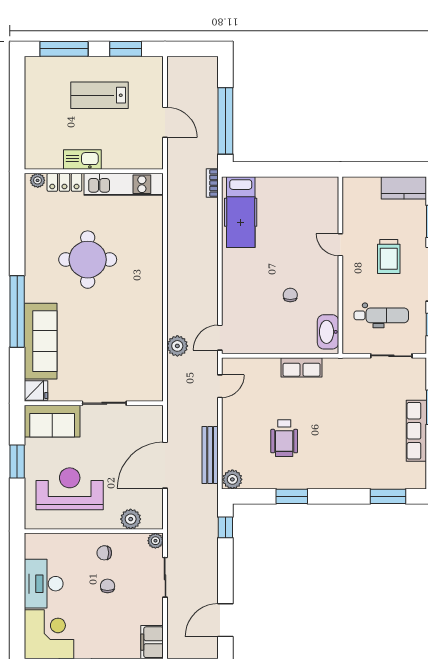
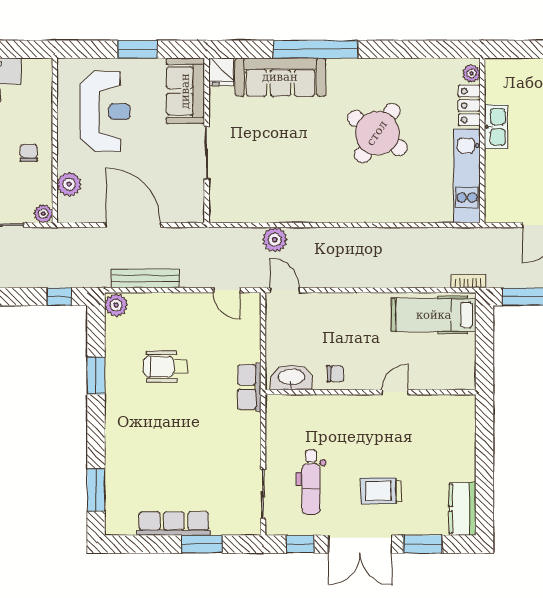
door: (340, 245) -> (395, 392), moved
round table: (88, 260) -> (377, 133), turned 34
wall: (340, 265) -> (371, 392), moved
washbasin: (328, 332) -> (291, 377), moved

